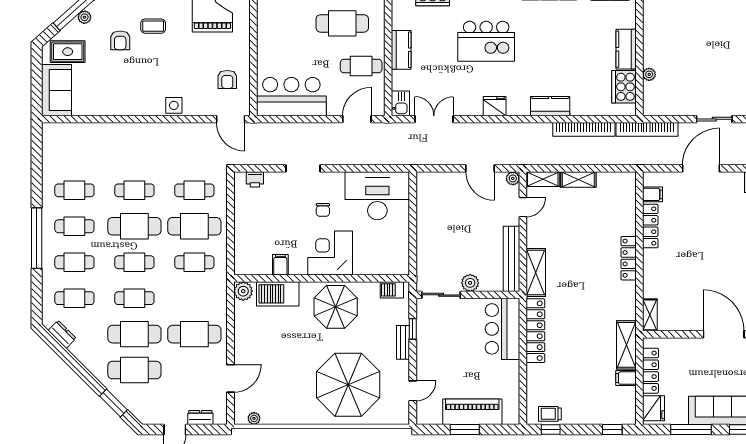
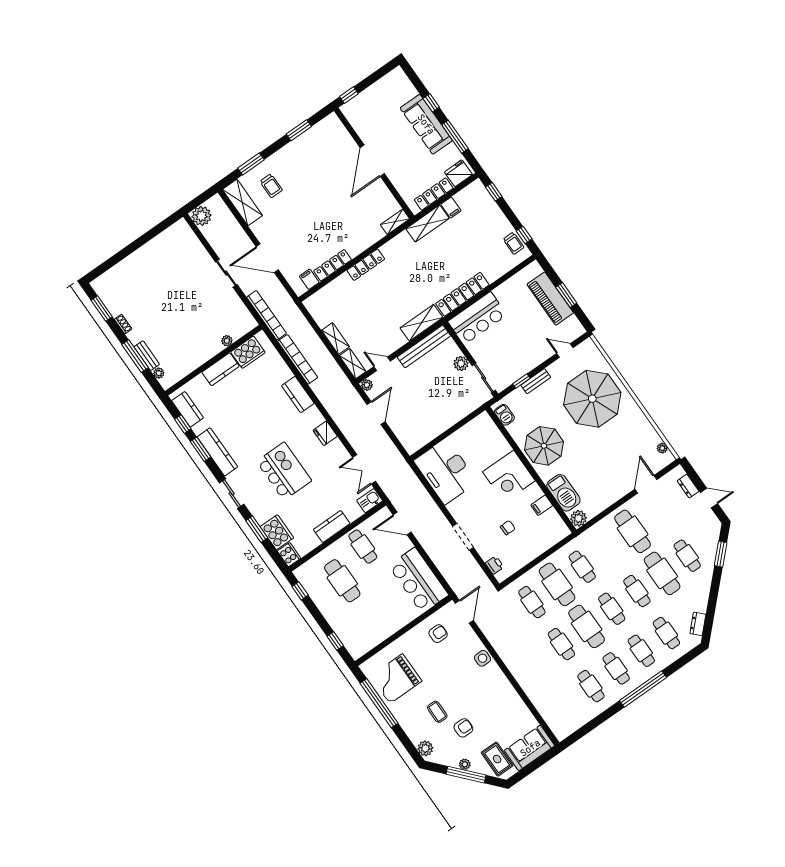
chair: (323, 210) -> (508, 528), moved
cafe table: (134, 370) -> (687, 556), width x0.73, depth x0.74
door: (230, 378) -> (646, 484), hinge flipped

